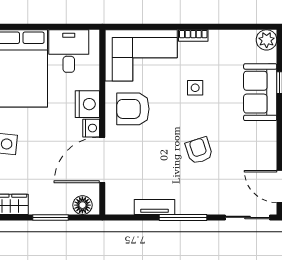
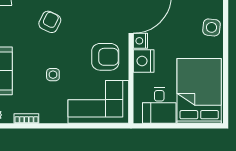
bookcase: (193, 35) -> (26, 119), moved
armchair: (199, 151) -> (50, 22), turned -136

